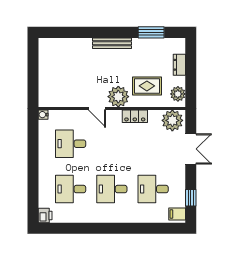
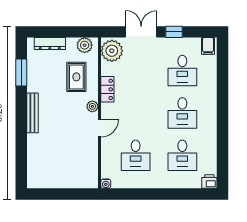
dresser: (179, 65) -> (50, 44), width x1.44
plant: (118, 97) -> (92, 106), width x0.53, depth x0.53
window: (191, 198) -> (174, 32), moved

